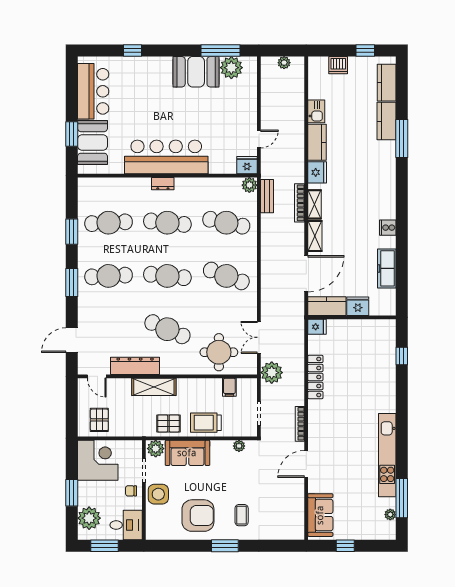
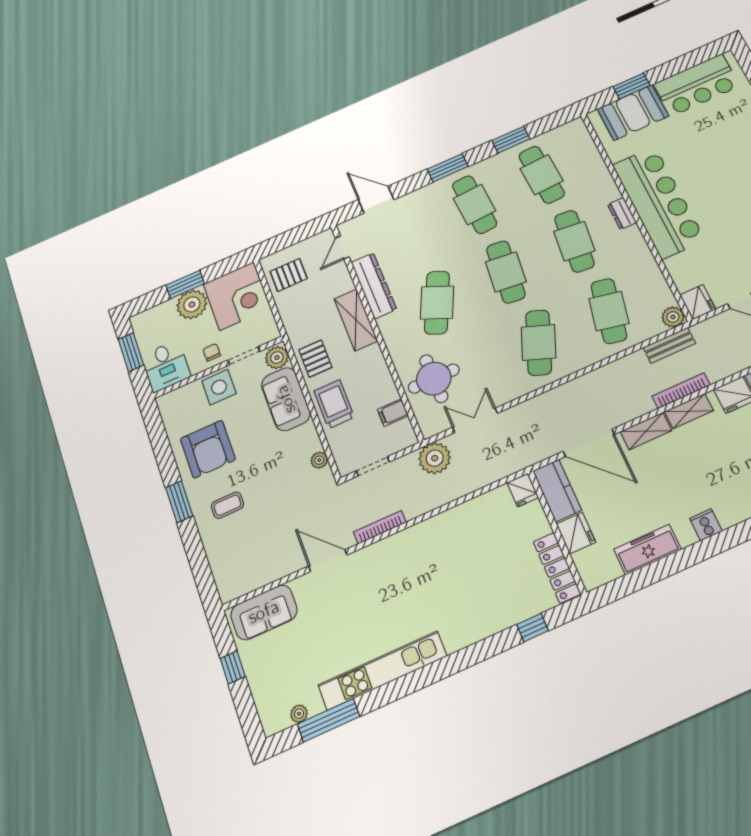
locker: (315, 377) -> (557, 568), moved, turned 90
plant: (89, 518) -> (192, 304), moved

